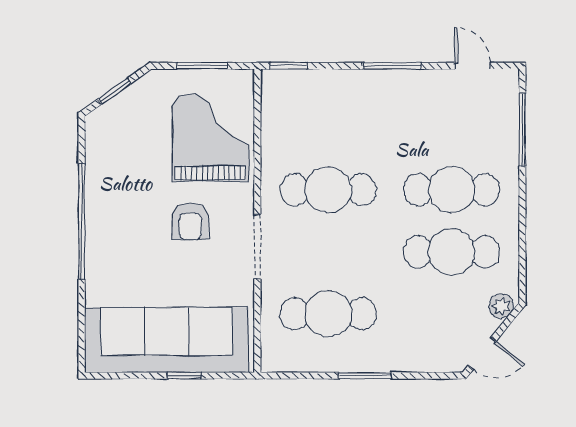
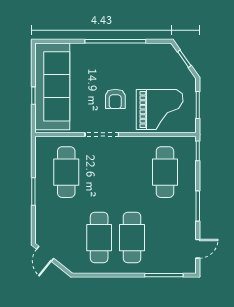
cafe table: (328, 190) -> (165, 172), moved
armchair: (190, 221) -> (115, 99), turned -90
plant: (501, 306) -> (70, 264), removed

